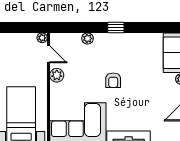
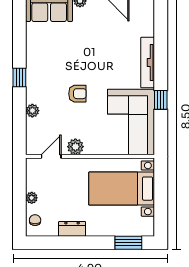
plant: (42, 38) -> (32, 198), moved
armchair: (113, 80) -> (77, 94), moved

